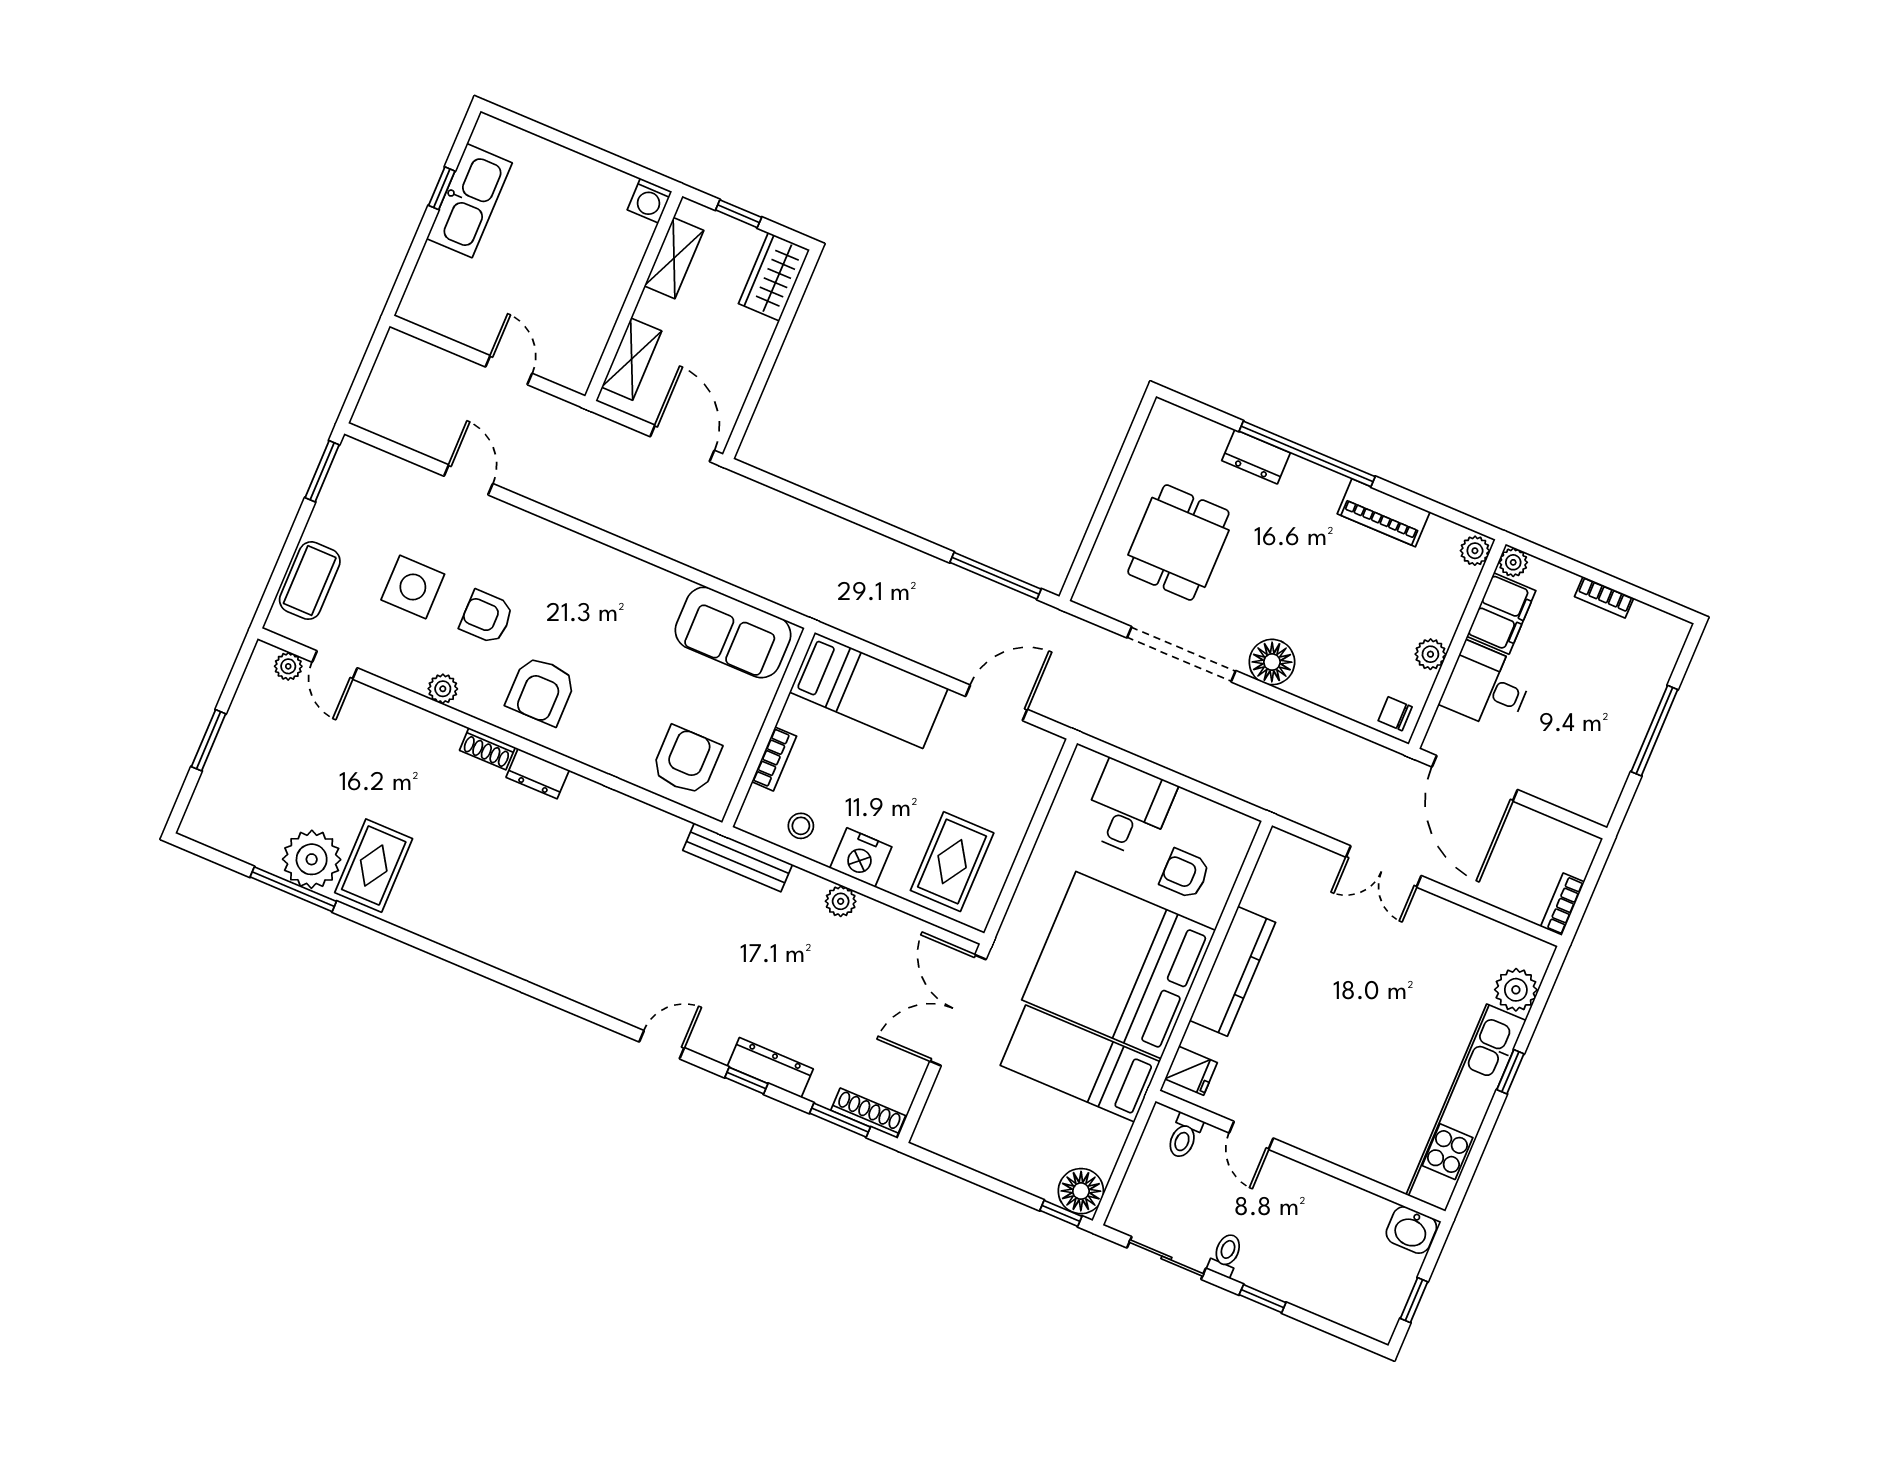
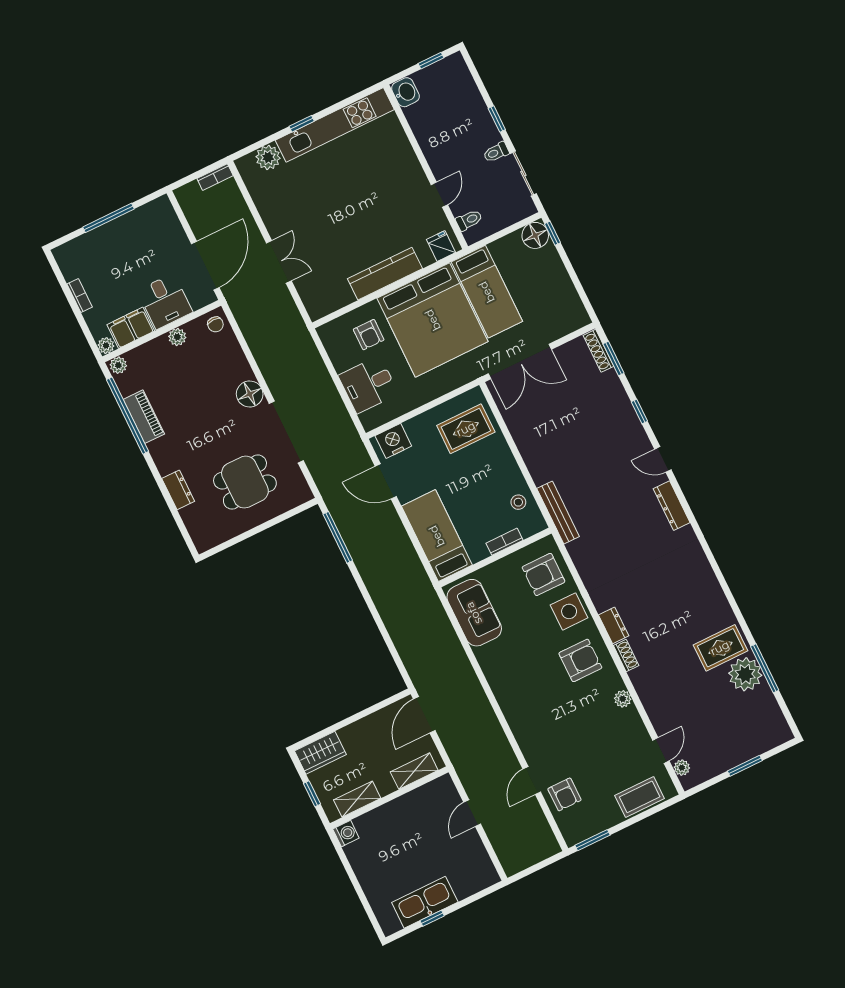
window: (1307, 454) -> (127, 416), moved
side table: (413, 587) -> (569, 611), moved
armchair: (487, 617) -> (564, 794), moved
nightstand: (861, 857) -> (393, 441), moved, turned -90
plant: (841, 901) -> (530, 454), removed
dresser: (770, 1068) -> (672, 506), moved

